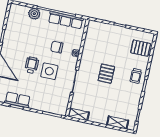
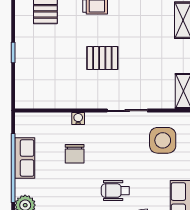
row of seats: (66, 20) -> (25, 158), width x0.68
side table: (49, 71) -> (163, 140), moved

